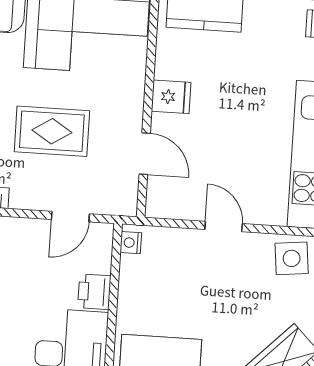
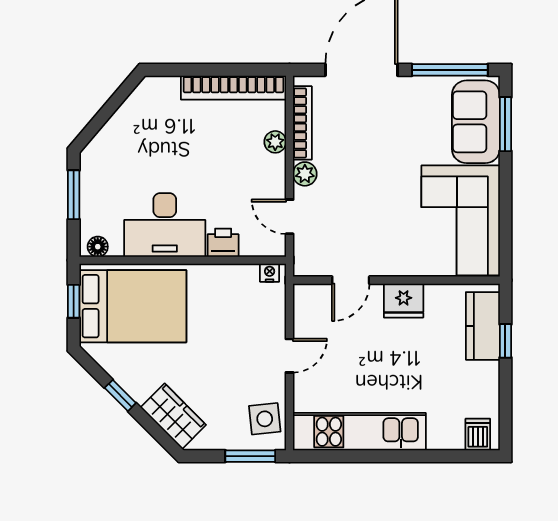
fridge: (171, 97) -> (404, 301), width x1.38
rug: (52, 131) -> (365, 195), removed
plant: (24, 197) -> (305, 174), added

